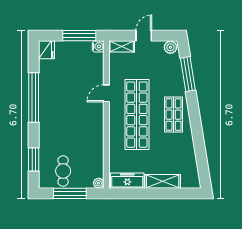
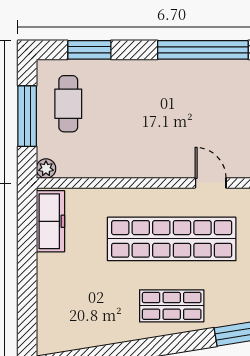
cafe table: (63, 171) -> (68, 104), turned 90
shelving: (163, 181) -> (49, 286), removed

